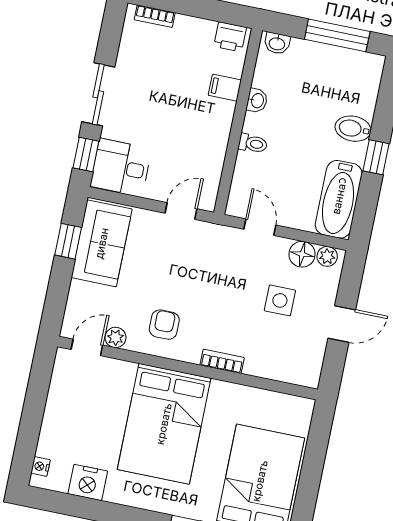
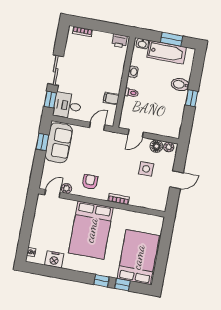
window: (337, 35) -> (172, 39), width x0.69
filing cabinet: (225, 88) -> (111, 98), moved
bathtub: (339, 199) -> (167, 52), moved, turned -90
door: (260, 227) -> (136, 133), swing flipped

